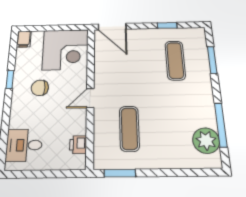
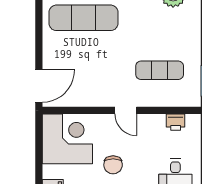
window: (167, 25) -> (39, 23), removed
exercise mat: (175, 60) -> (83, 18), width x1.36, depth x1.45

